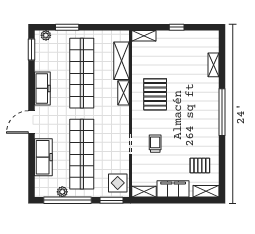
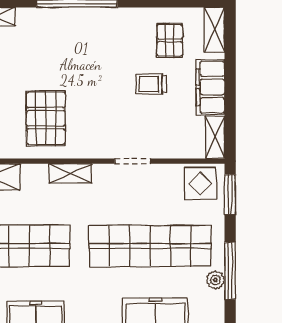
shelving: (123, 93) -> (70, 173), moved
pallet: (155, 94) -> (46, 118), turned 90
trolley: (155, 144) -> (151, 84), moved
window: (68, 200) -> (230, 271), width x0.68

